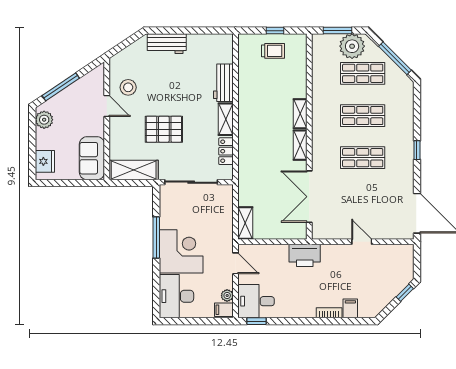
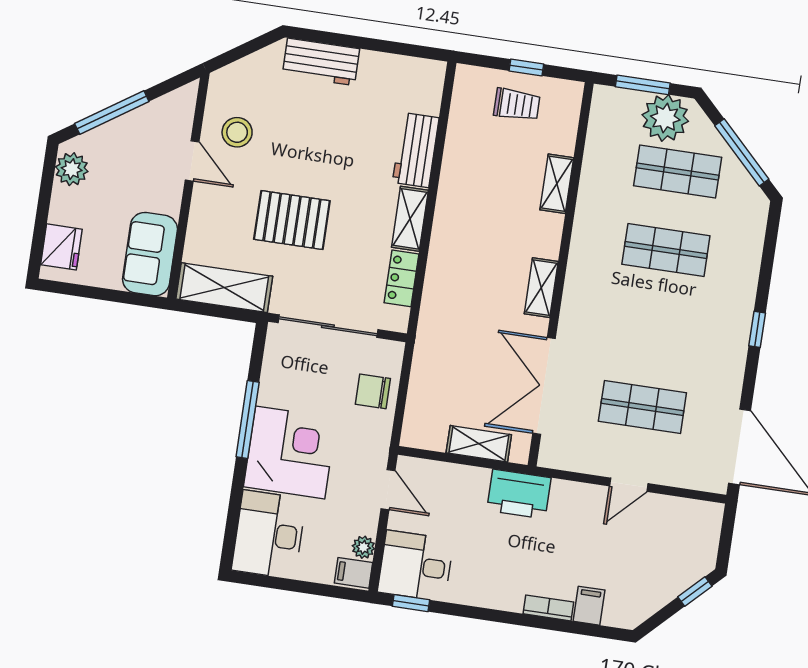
shelving: (300, 114) -> (557, 184), moved
shop shelf: (363, 158) -> (642, 407), moved
chair: (220, 213) -> (373, 391), added
shelving: (245, 223) -> (479, 444), moved, turned 90
door: (362, 242) -> (629, 485), swing flipped

